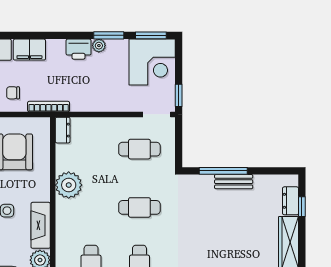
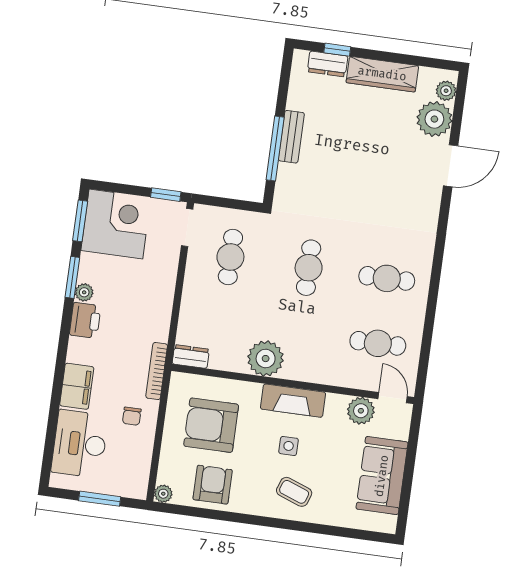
fireplace: (41, 225) -> (293, 401), moved

